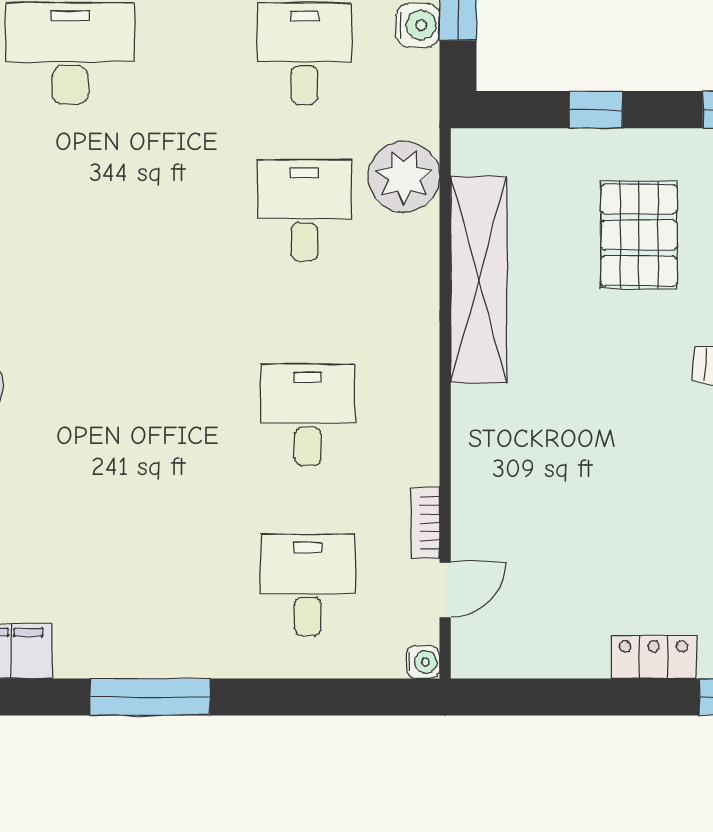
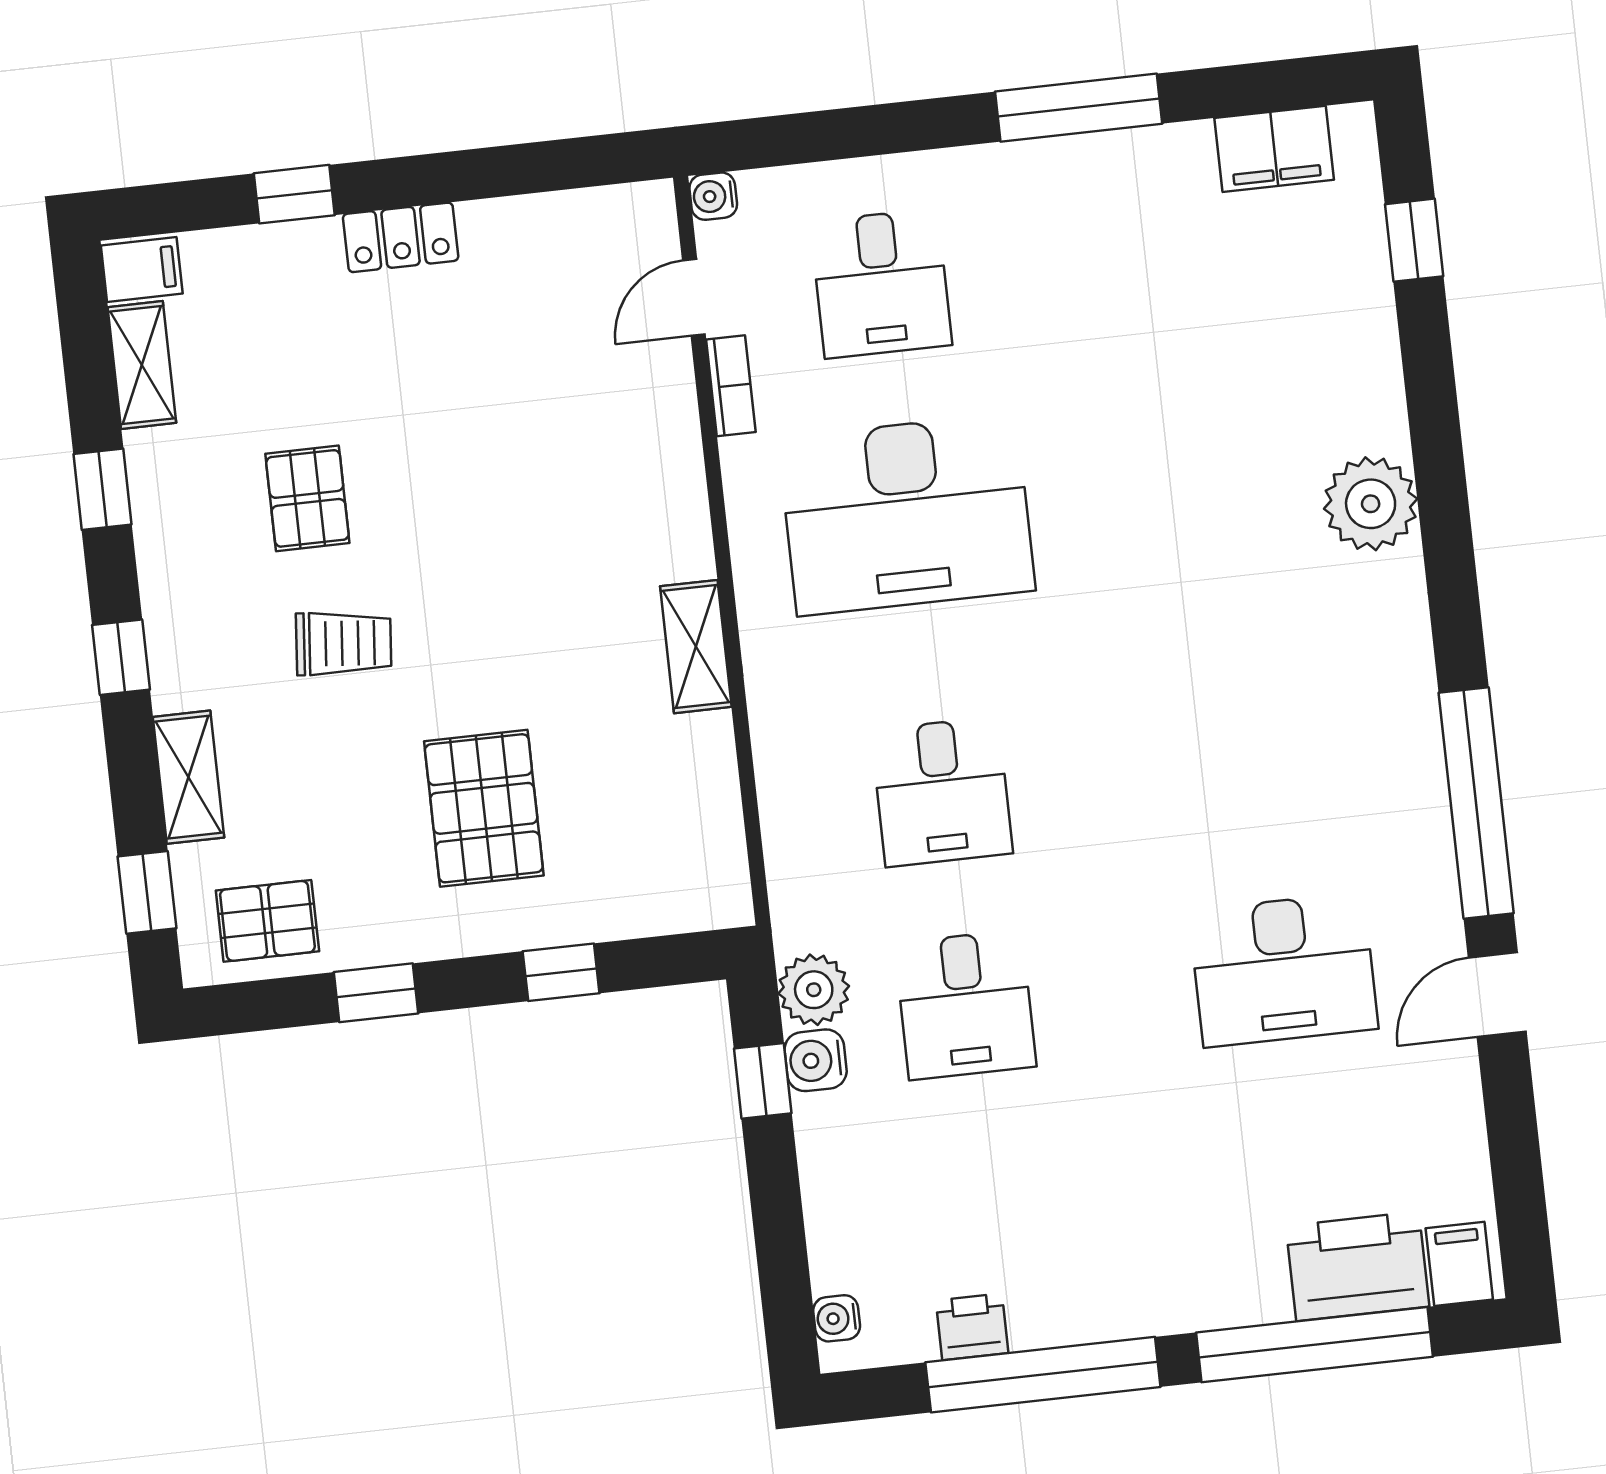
plant: (404, 177) -> (814, 990), moved, width x0.73, depth x0.73
shelving: (479, 280) -> (696, 647), width x0.45, depth x0.75
desk: (308, 415) -> (907, 514), width x1.87, depth x1.30

